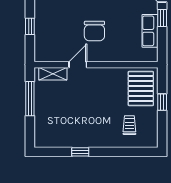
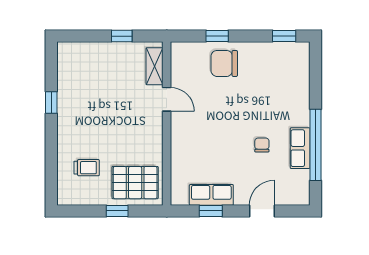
window: (162, 18) -> (211, 211), moved
chair: (94, 31) -> (224, 63), moved
window: (30, 99) -> (122, 36), width x0.46

